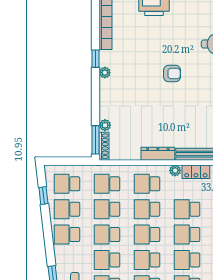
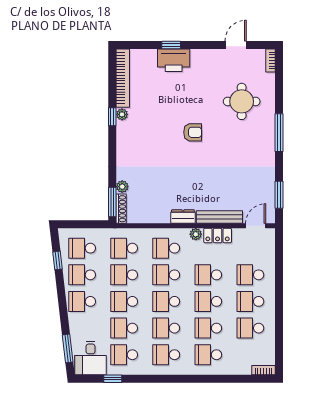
plant: (105, 73) -> (122, 114), moved
dresser: (158, 154) -> (183, 217), width x0.70

